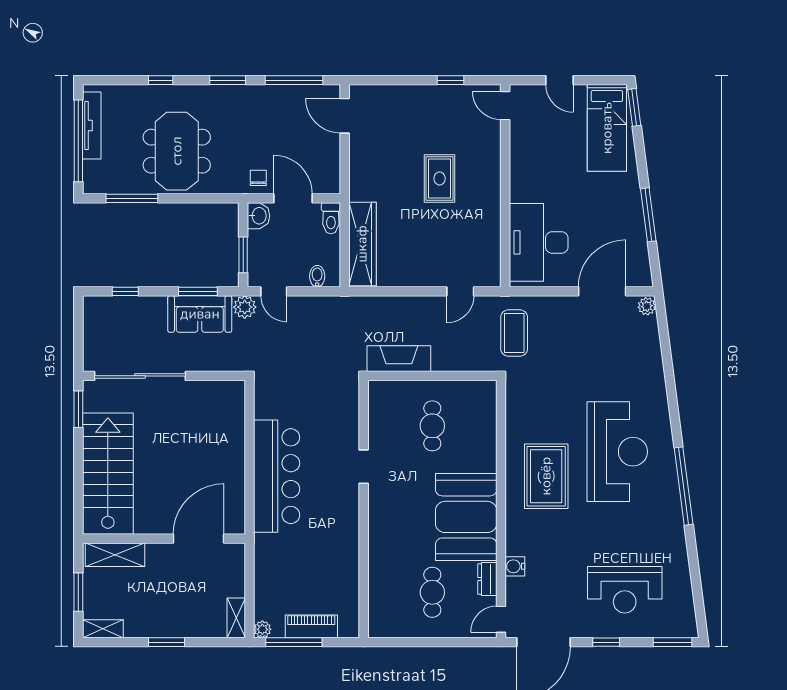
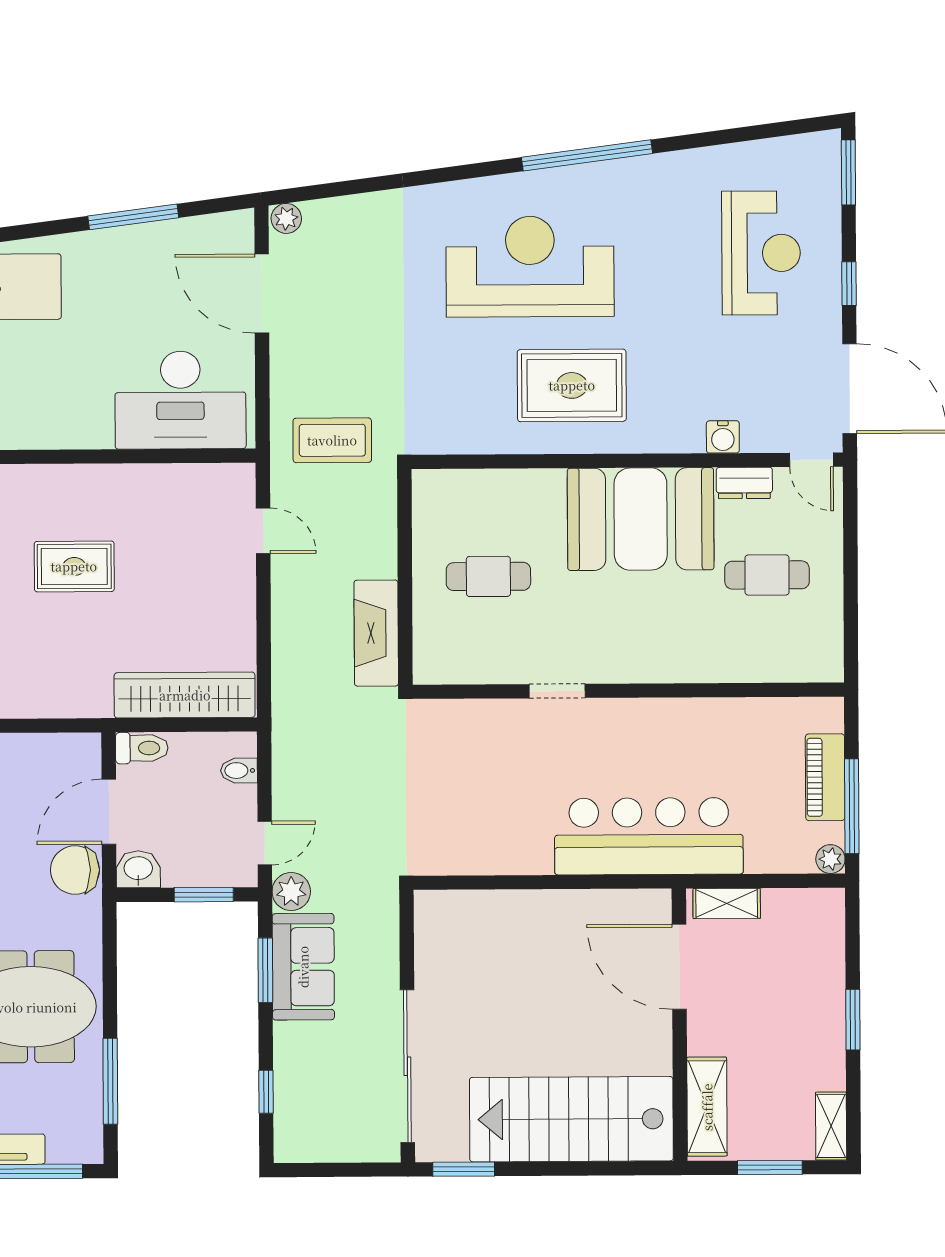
chair: (258, 178) -> (75, 870), width x1.87, depth x1.87
bar counter: (277, 476) -> (649, 836), moved
shelving: (236, 618) -> (727, 903), moved

